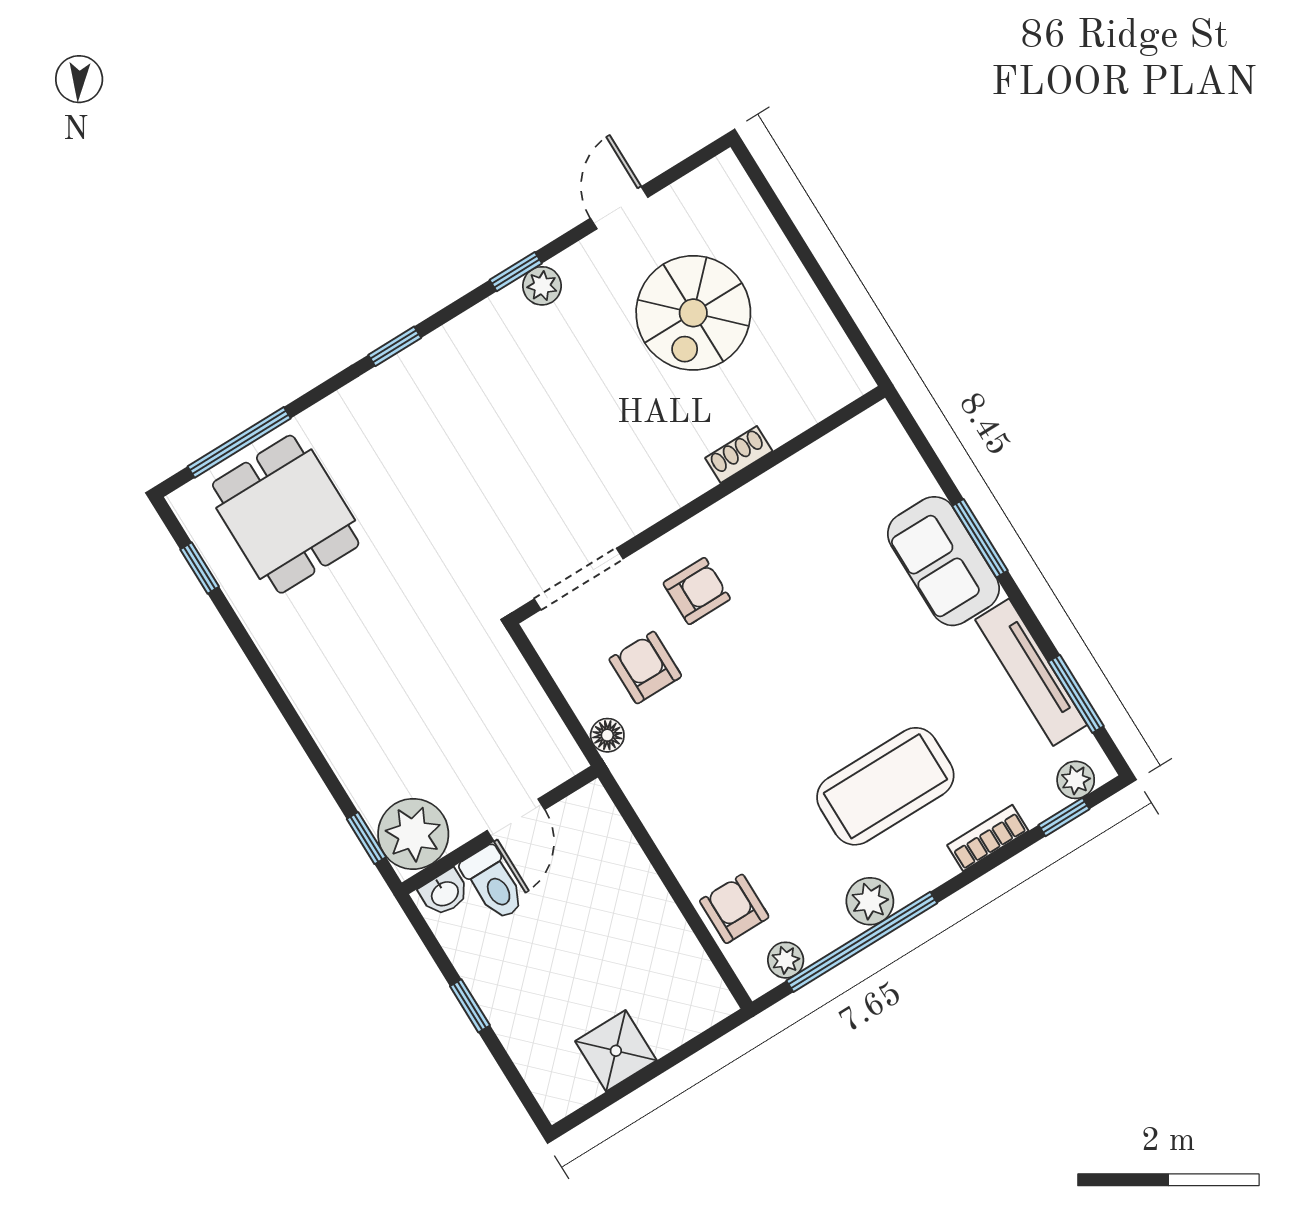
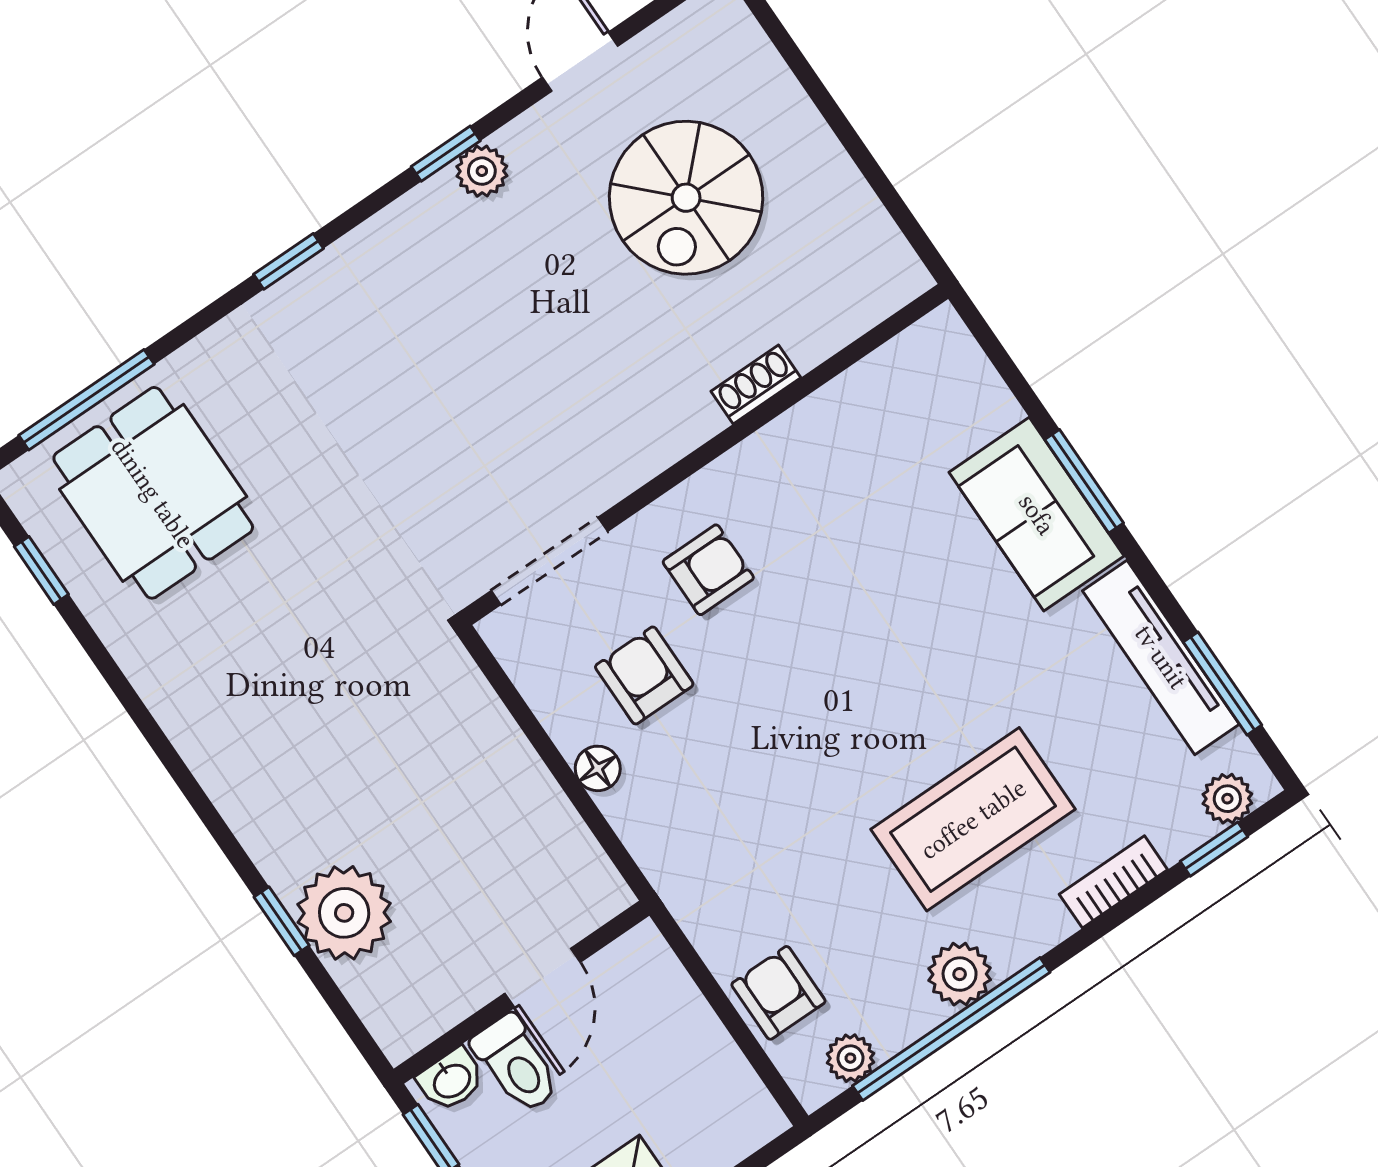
door: (516, 820) -> (542, 978), moved
wall: (500, 830) -> (521, 992), moved
toilet: (493, 883) -> (516, 1064), moved
washbasin: (444, 893) -> (451, 1080), moved

